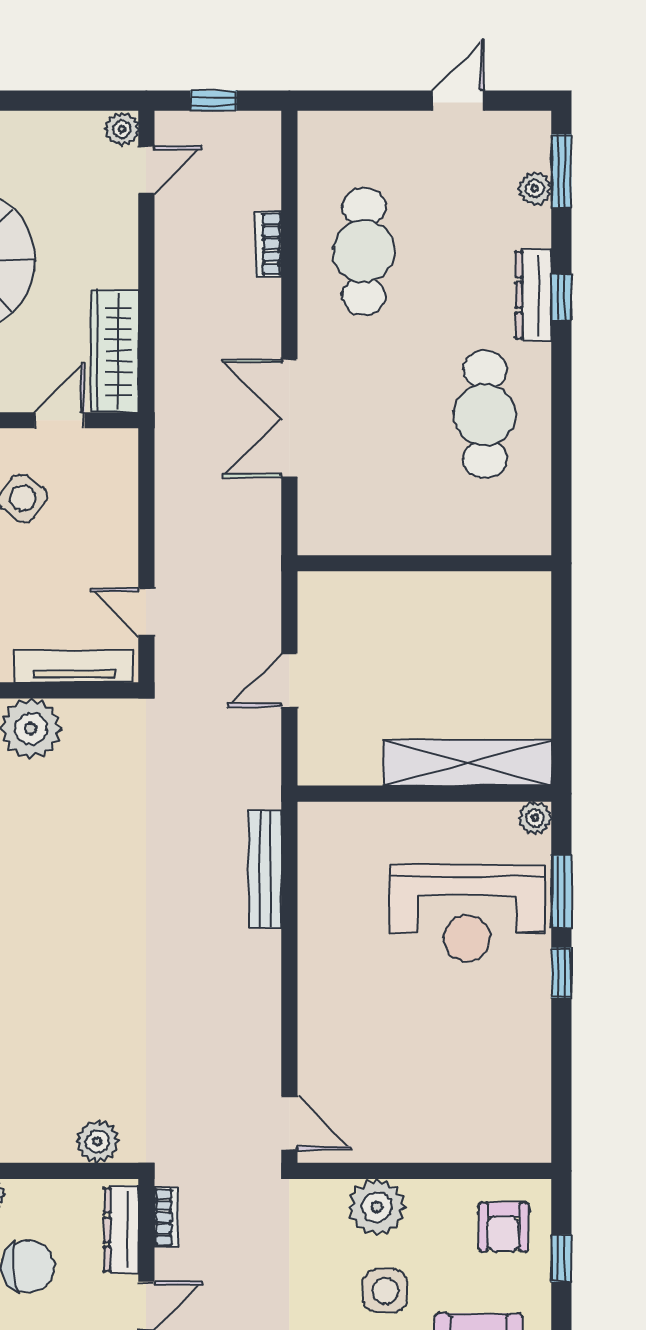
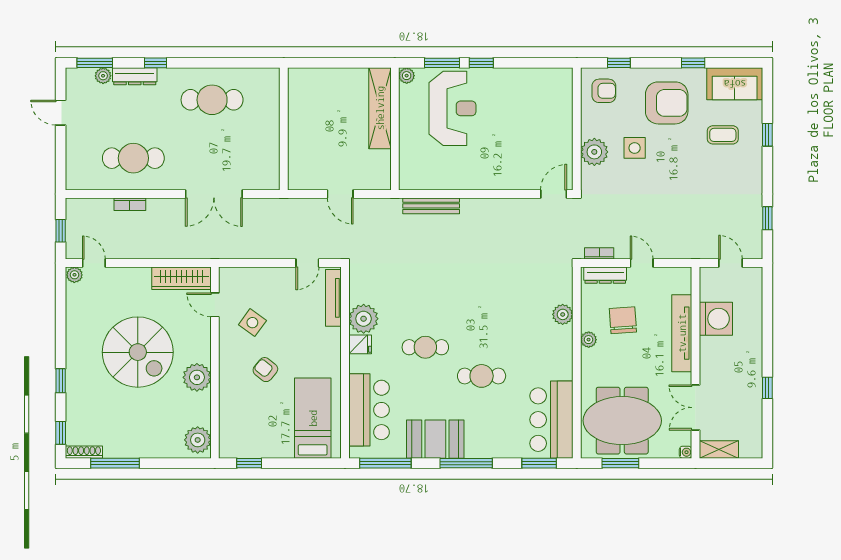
dresser: (533, 295) -> (135, 76), moved
plant: (97, 1142) -> (563, 314), moved

